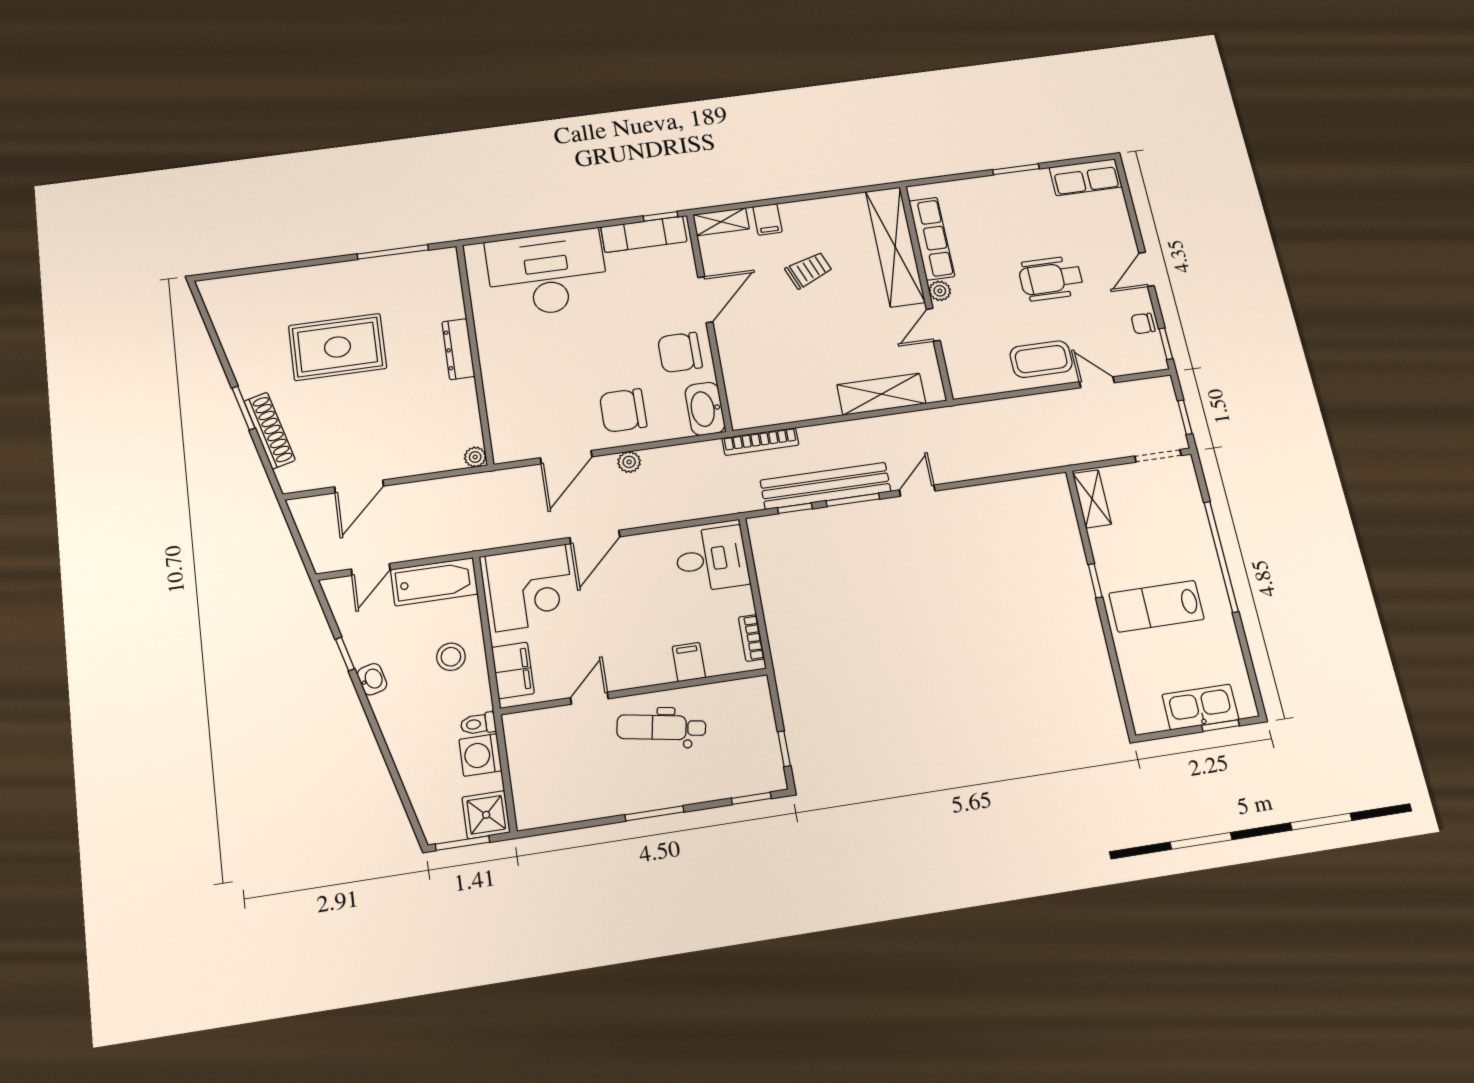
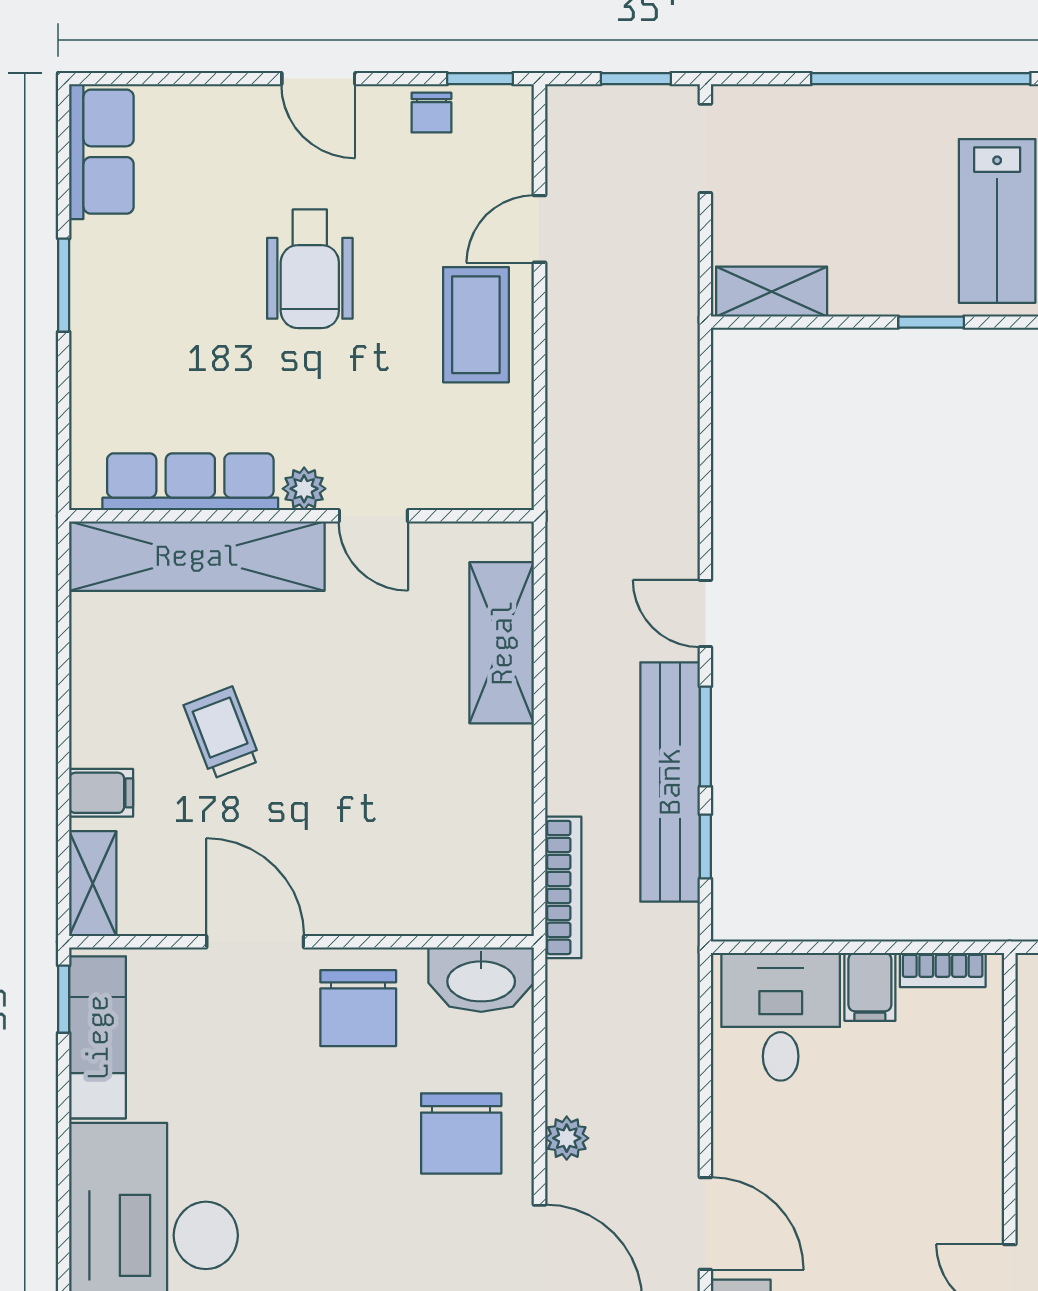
filing cabinet: (689, 662) -> (870, 987), moved, turned -90

